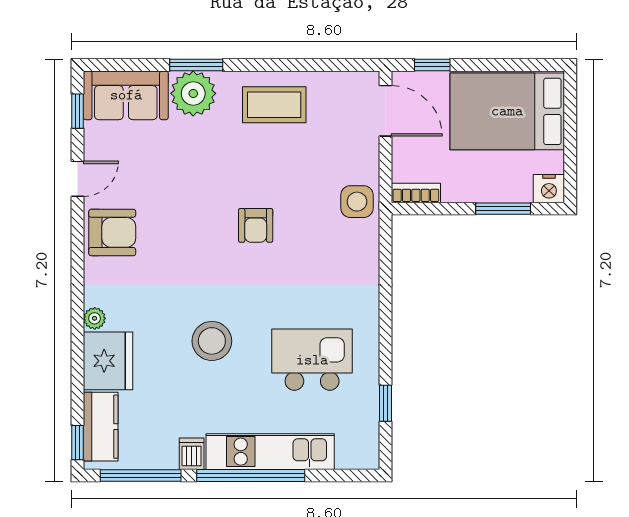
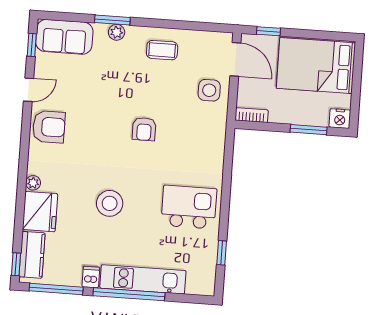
plant: (193, 93) -> (117, 32), width x0.53, depth x0.53
coffee table: (274, 105) -> (162, 50), width x0.73, depth x0.77
side table: (357, 202) -> (209, 90), moved
kitchen island: (312, 360) -> (189, 207), moved

